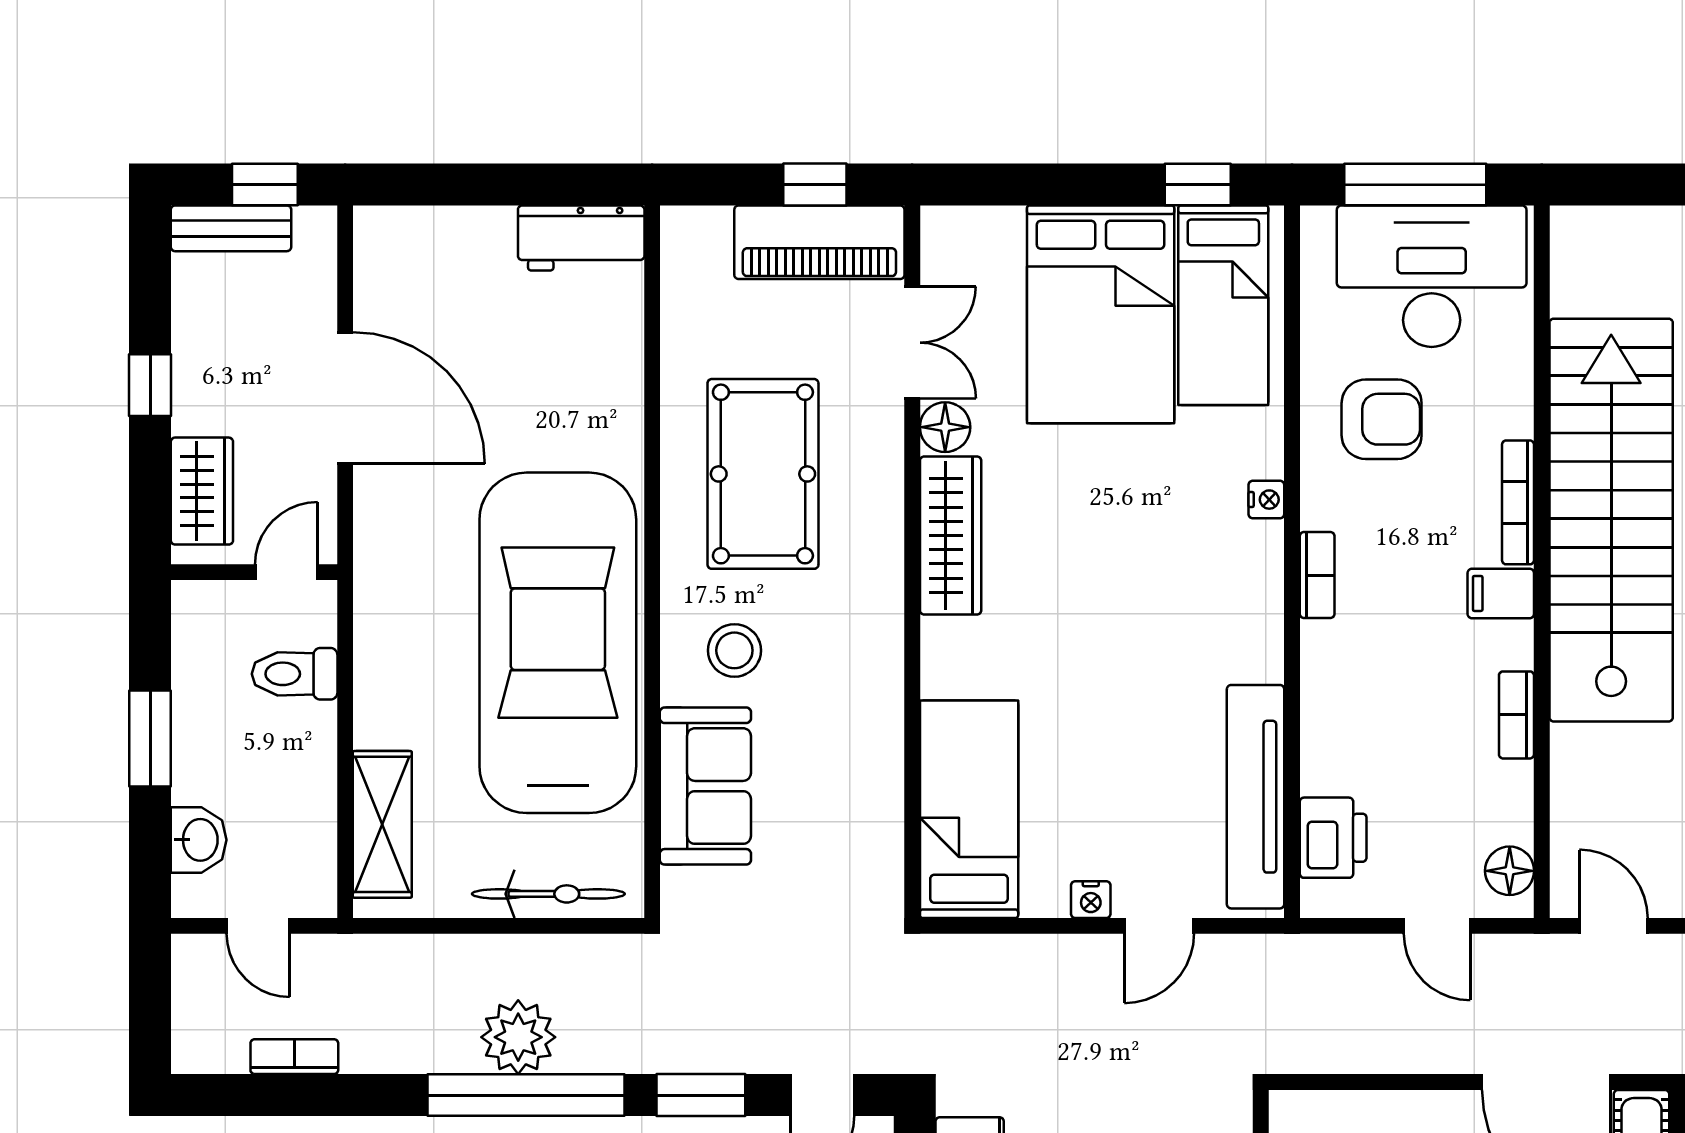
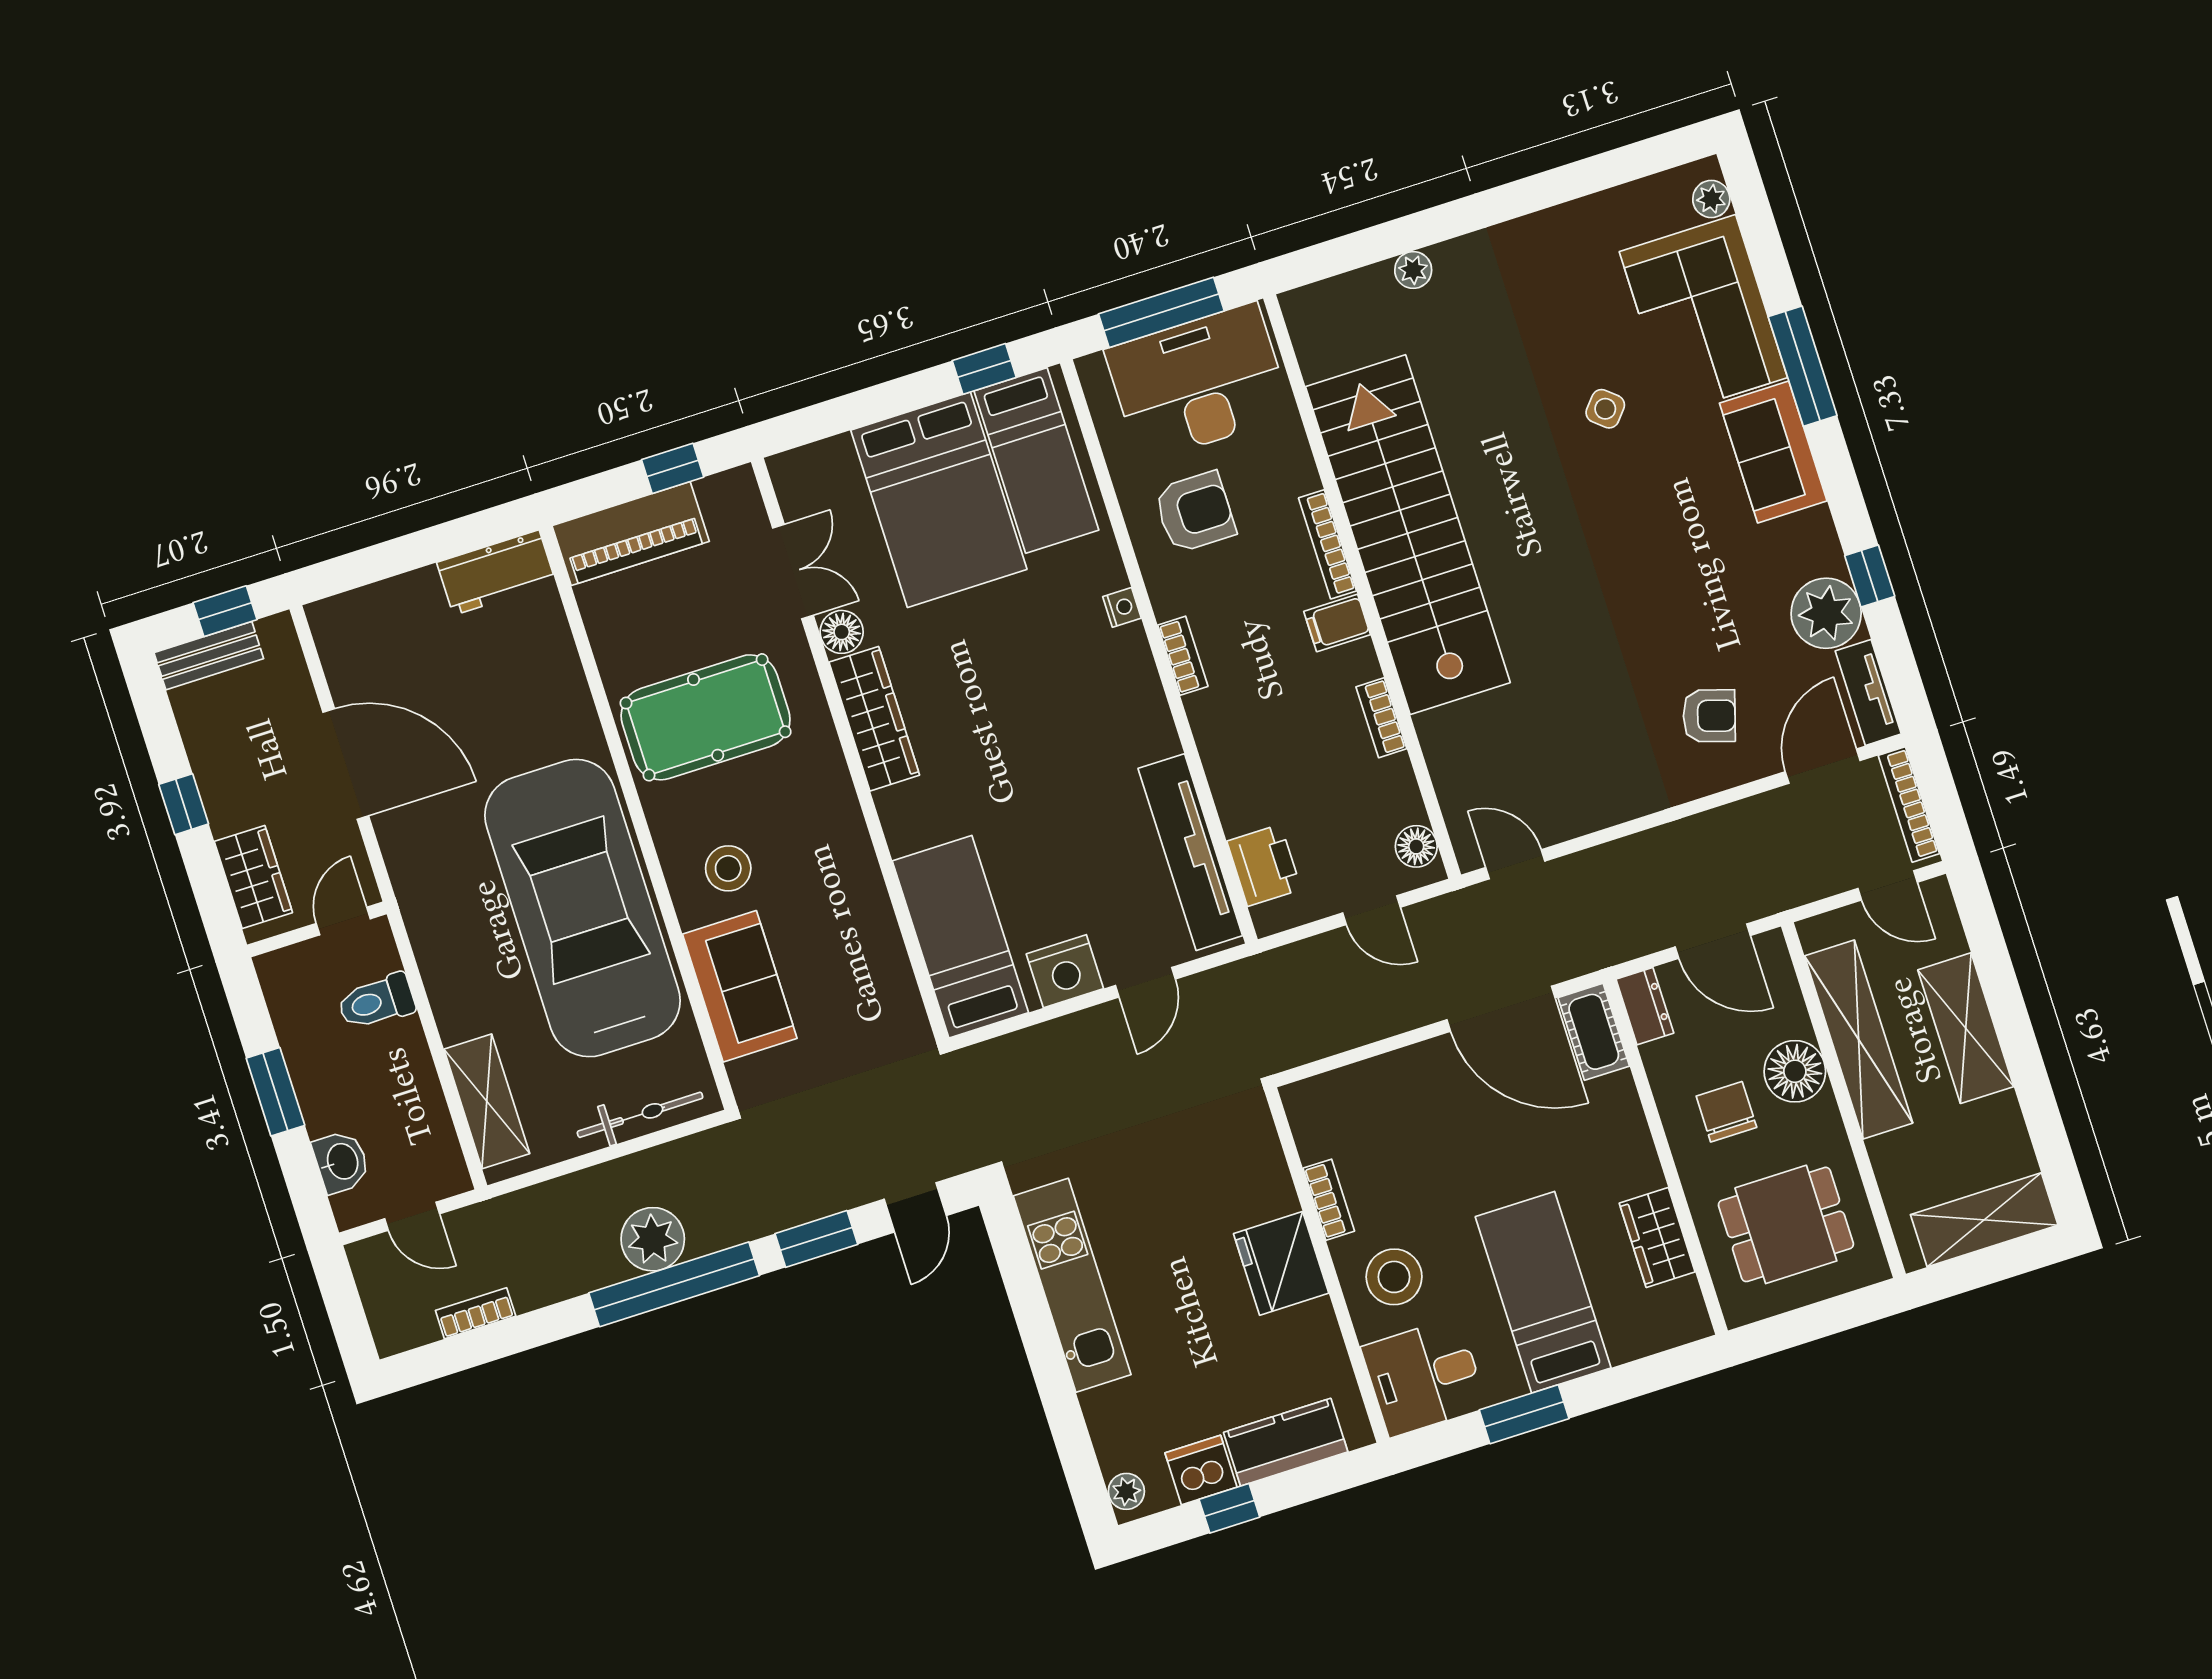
piano: (819, 242) -> (631, 533), moved
pool table: (763, 474) -> (706, 717), turned 90
nightstand: (1091, 900) -> (1065, 971), width x1.89, depth x1.79

